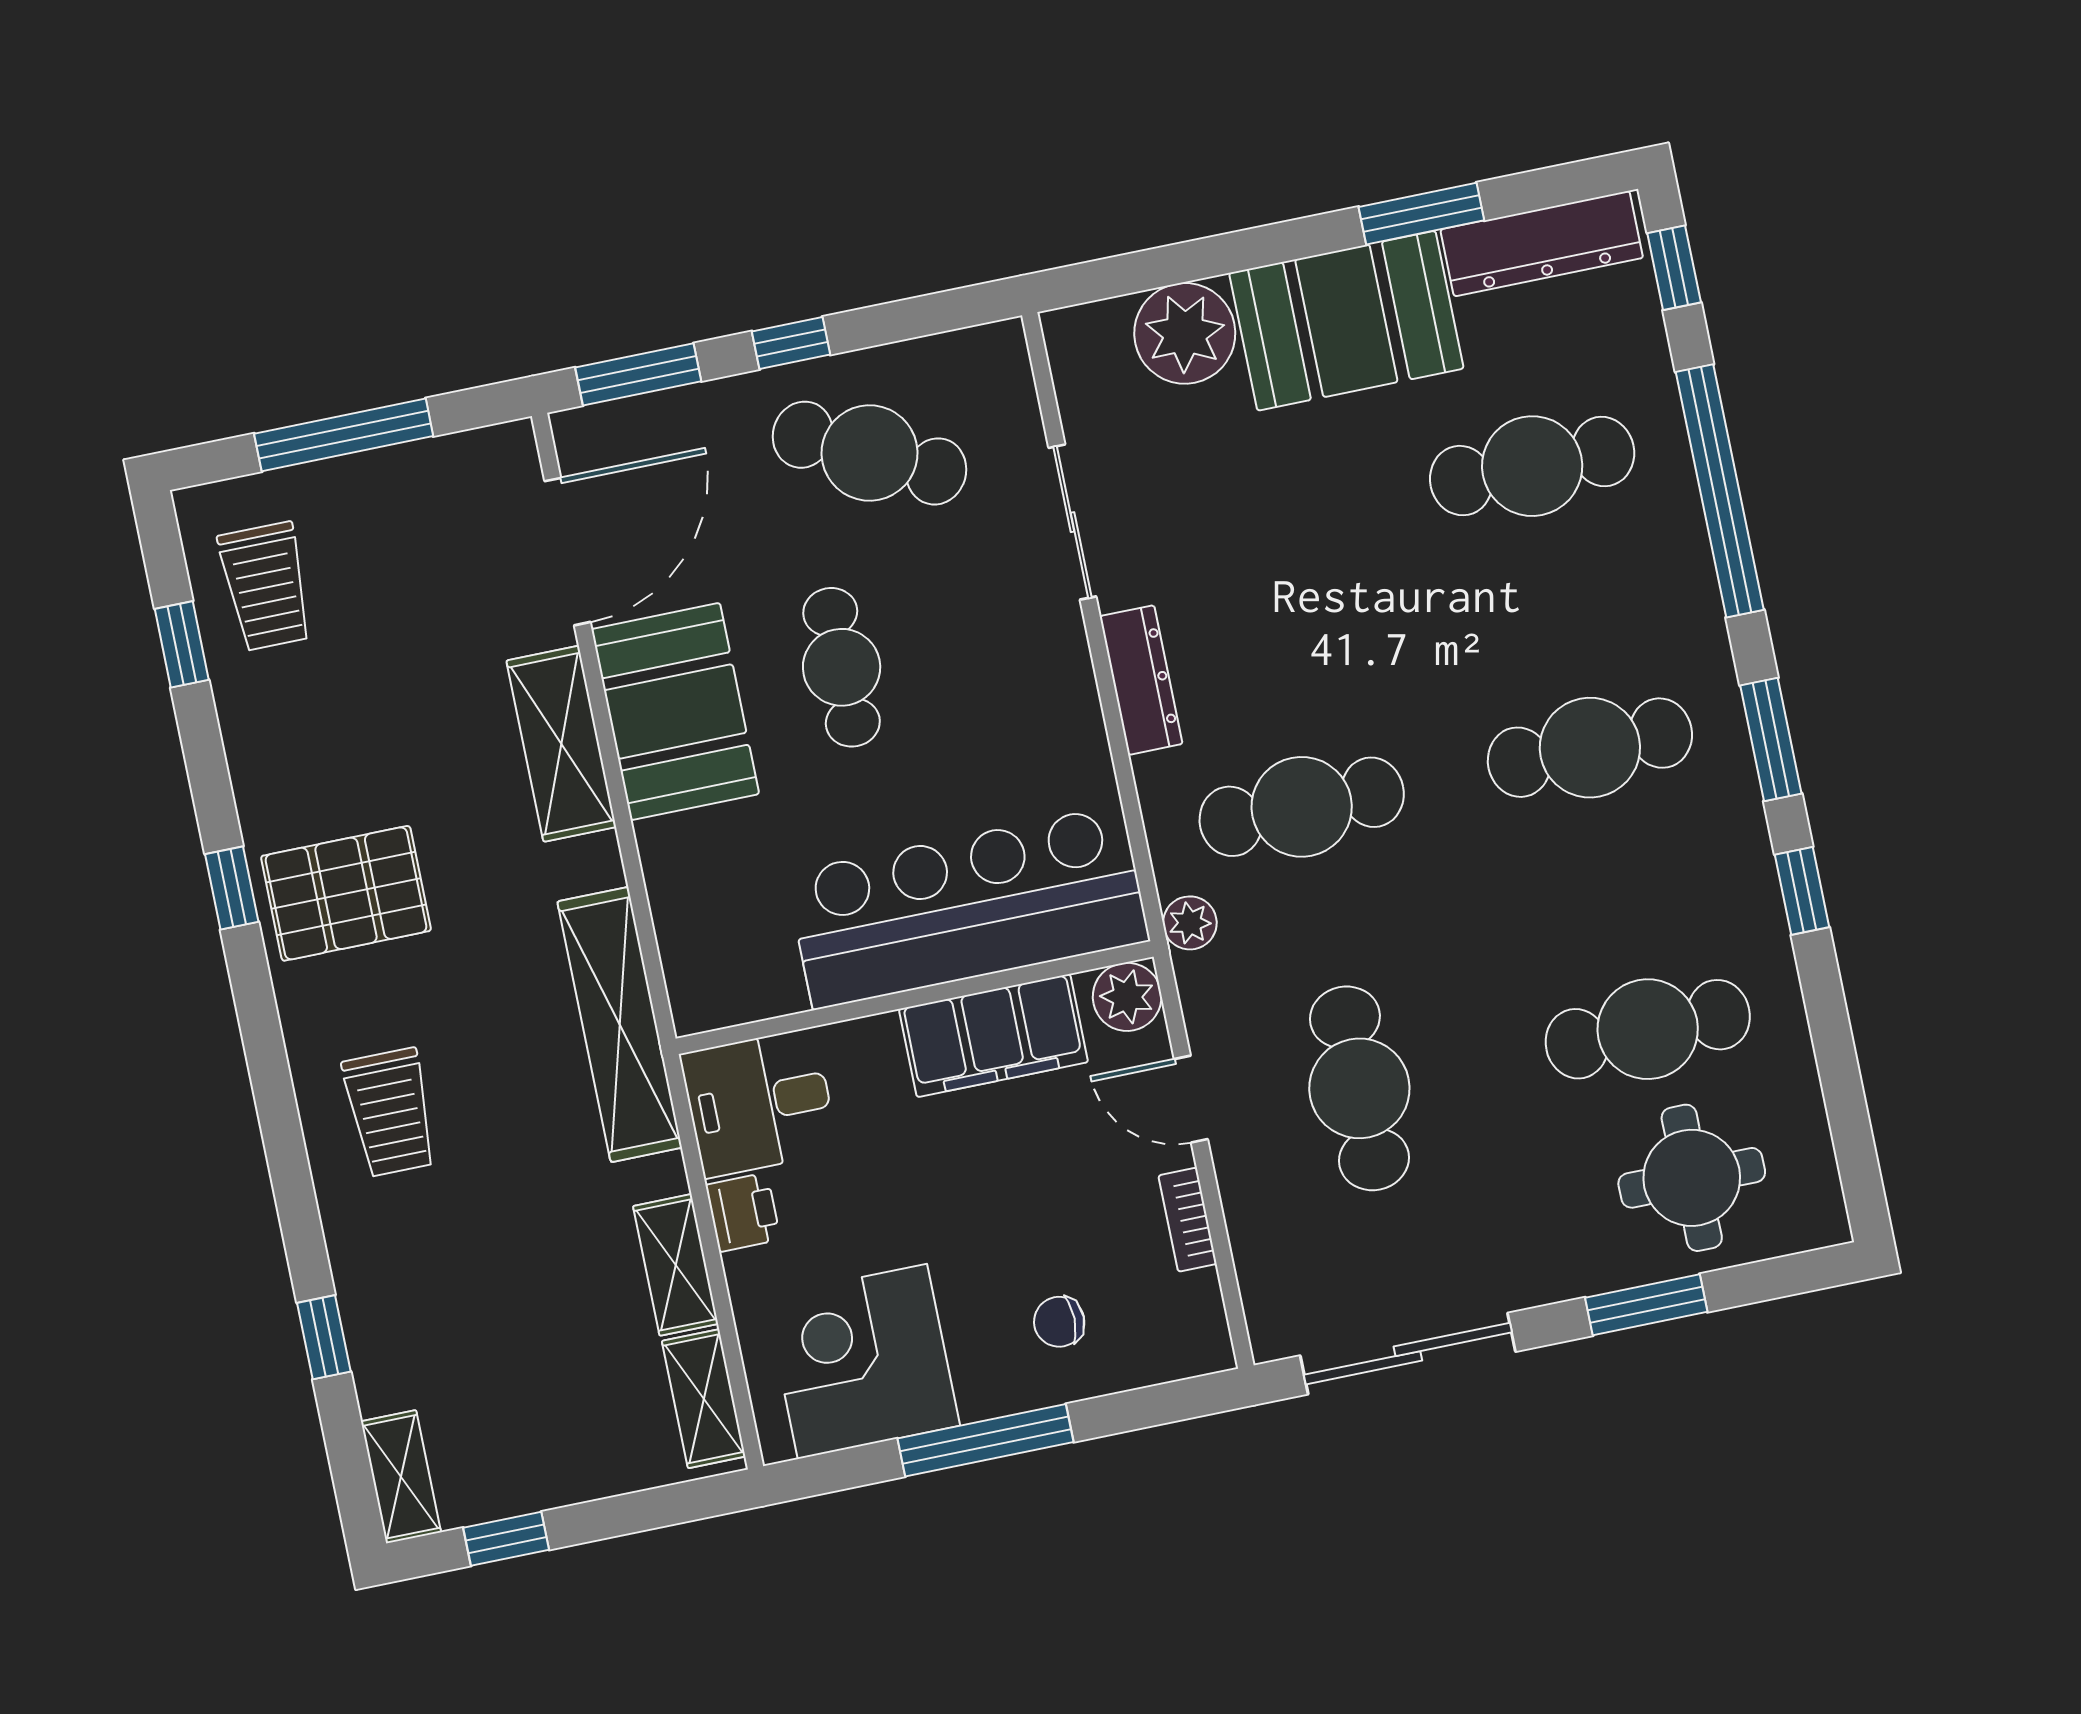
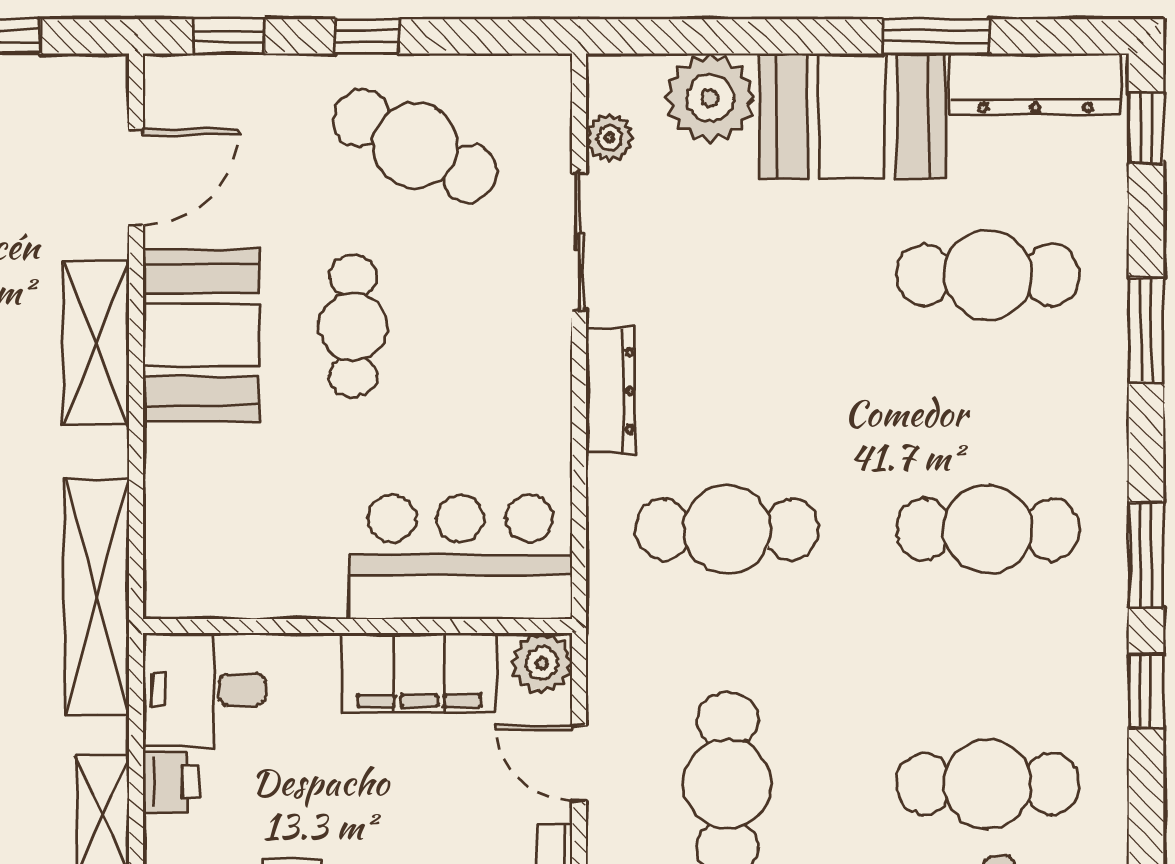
window: (638, 374) -> (229, 36), width x0.67
window: (1720, 491) -> (1146, 330), width x0.47
door: (568, 552) -> (136, 177), width x0.73
bar counter: (968, 907) -> (460, 557), width x0.73
plant: (1190, 923) -> (610, 138), moved

